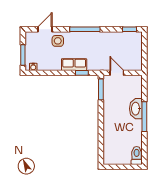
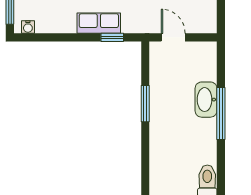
window: (101, 89) -> (145, 104), moved

